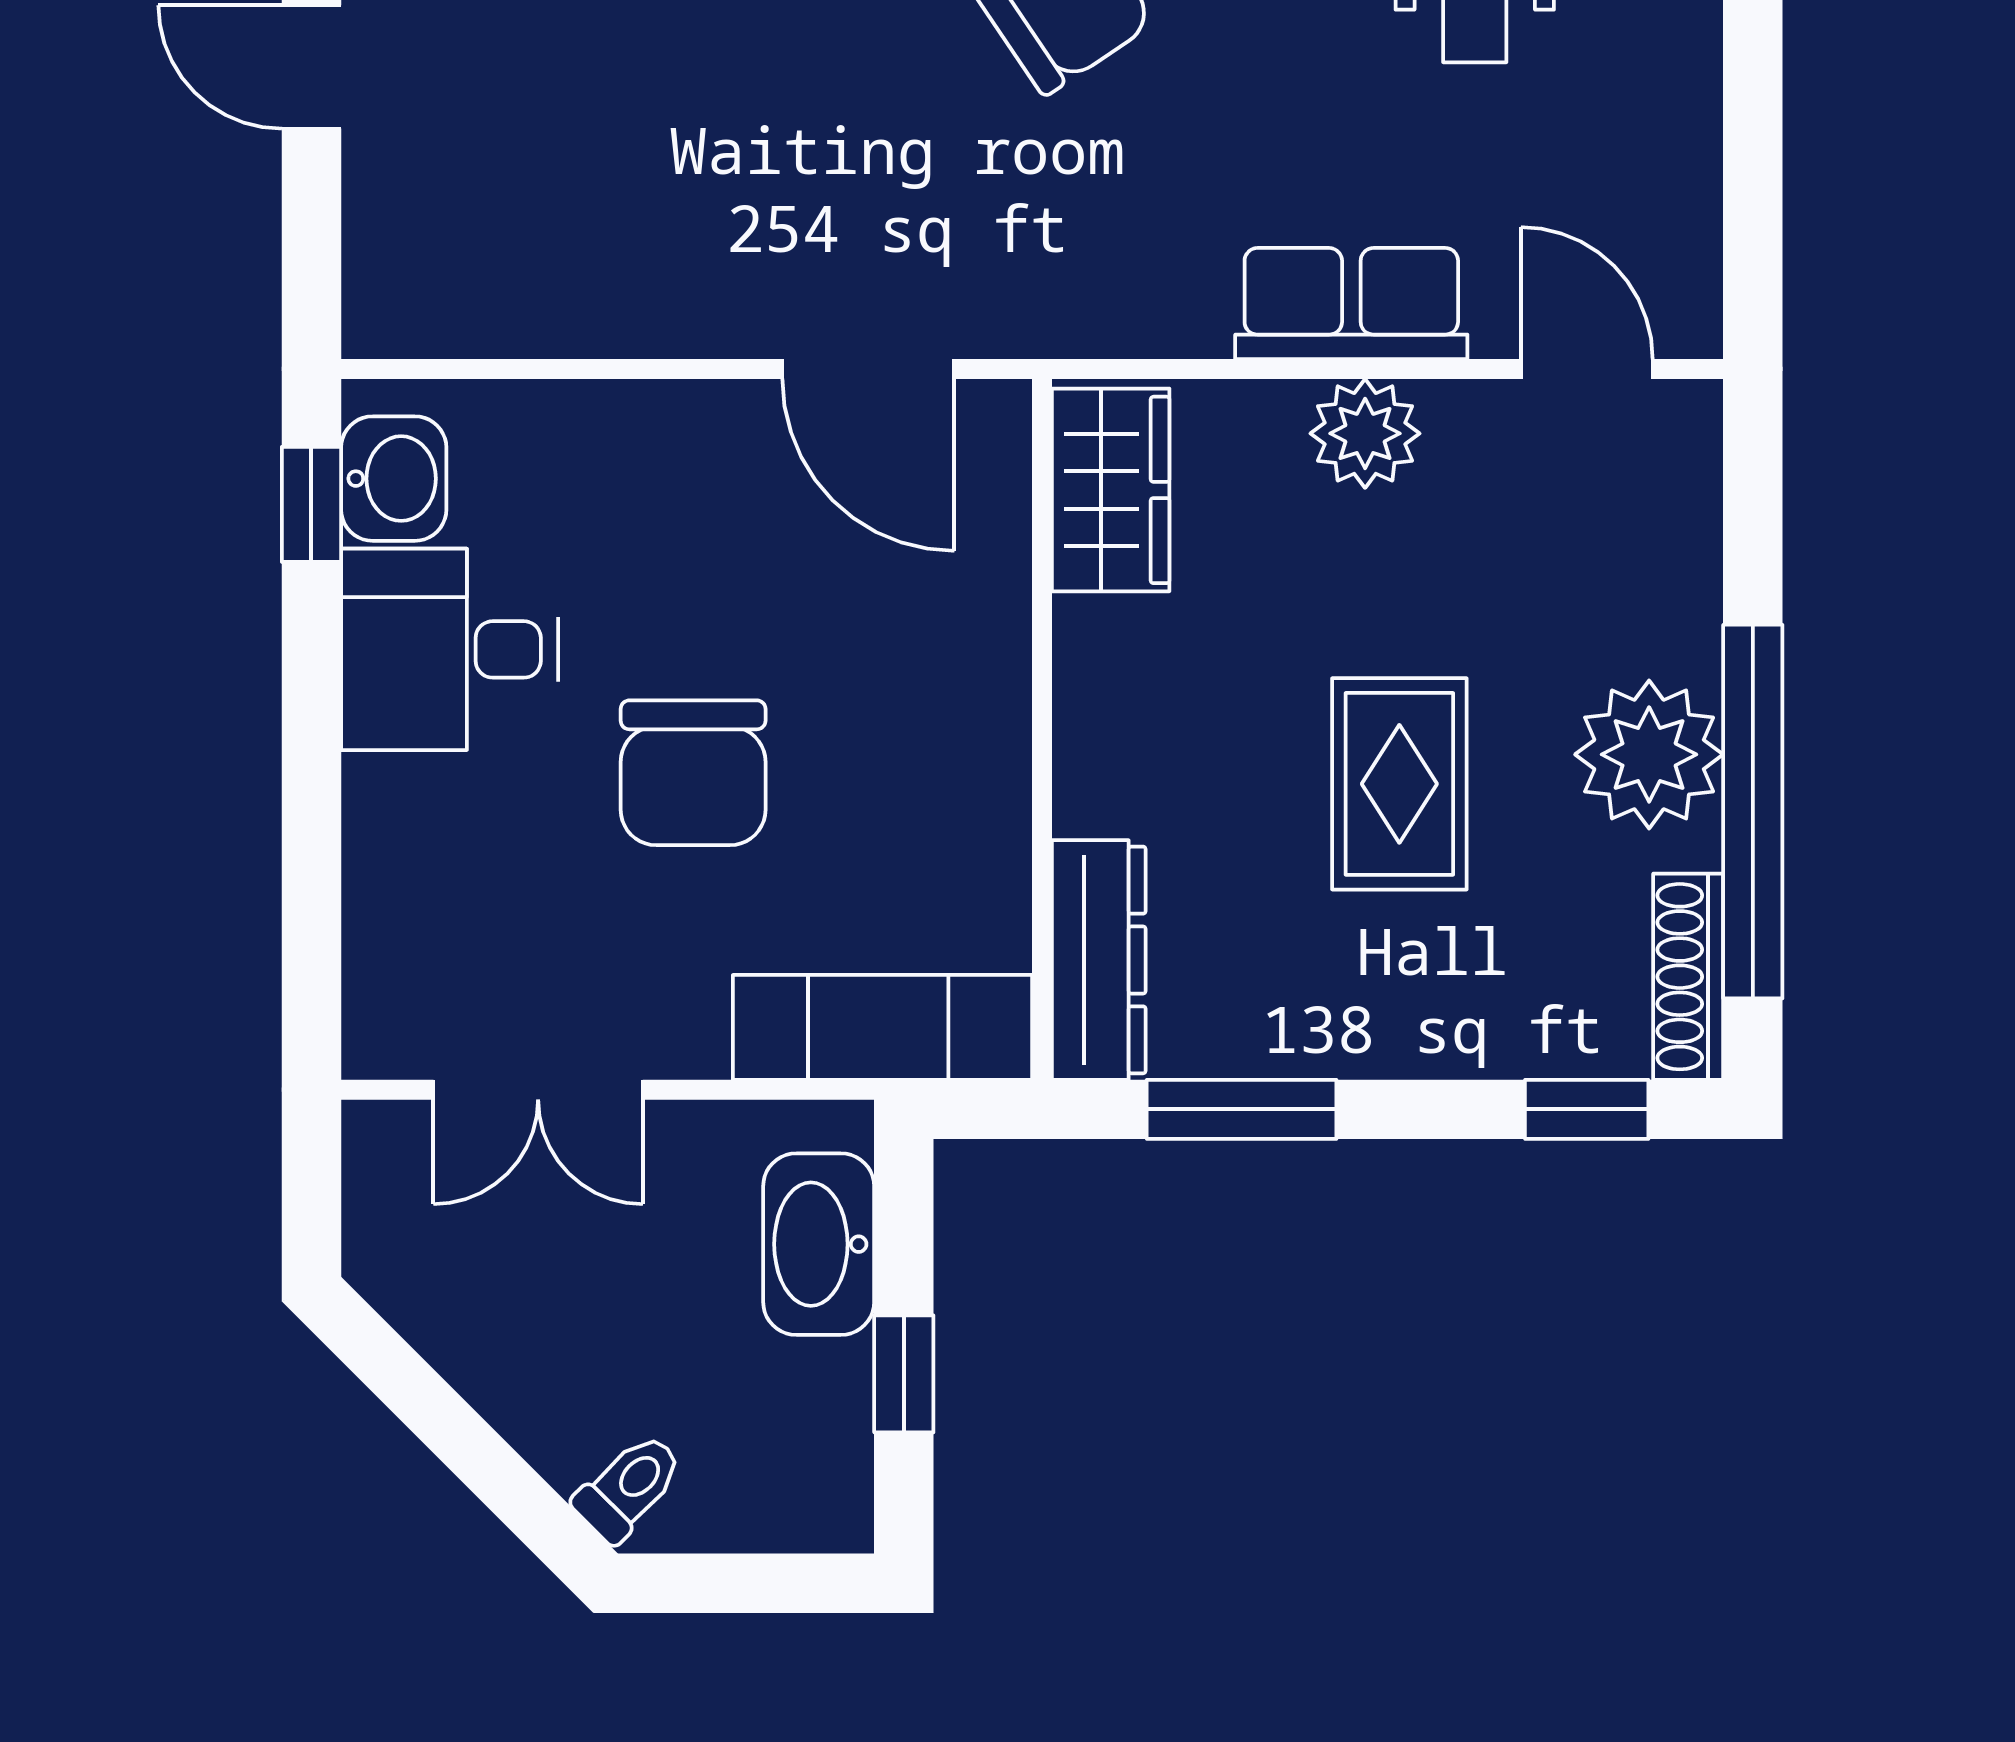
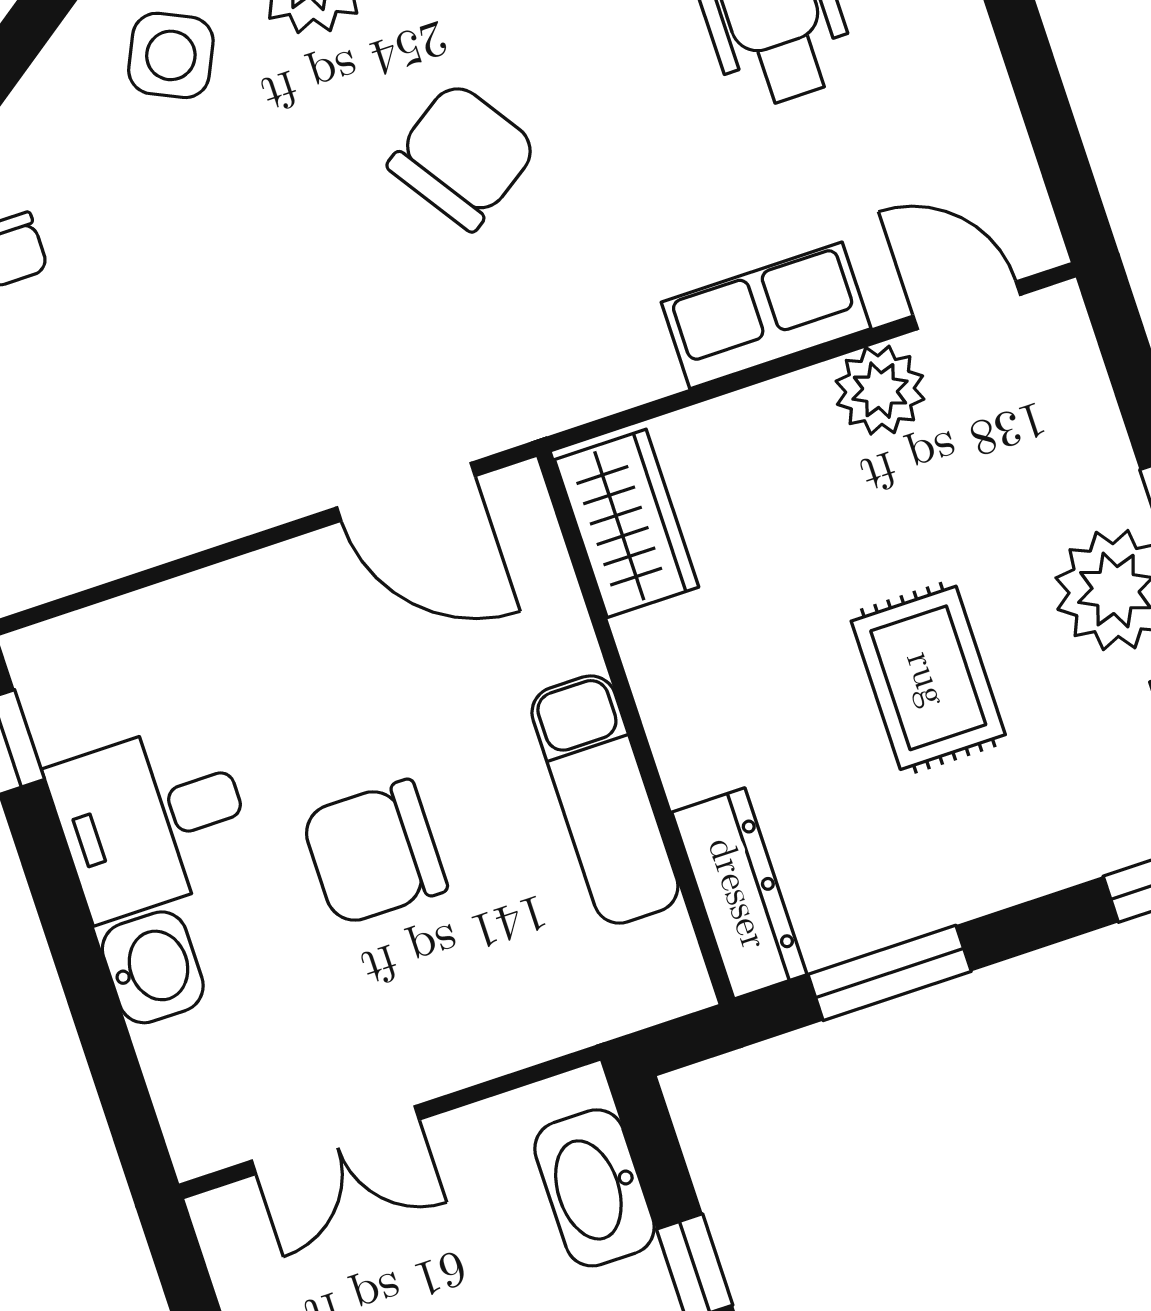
plant: (1365, 433) -> (880, 390), moved
washbasin: (394, 479) -> (153, 967), moved
chair: (693, 773) -> (374, 853), turned 90
exam couch: (882, 1027) -> (605, 800), moved, turned -90

